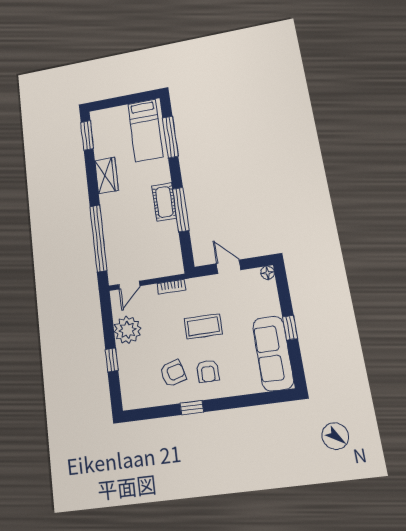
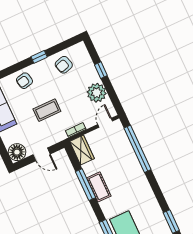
wardrobe: (107, 175) -> (82, 150), moved, turned 180
floor lamp: (268, 273) -> (17, 152), width x1.89, depth x1.89
armchair: (208, 371) -> (24, 81), moved, turned -102
armchair: (173, 373) -> (64, 65), moved

